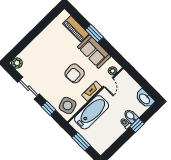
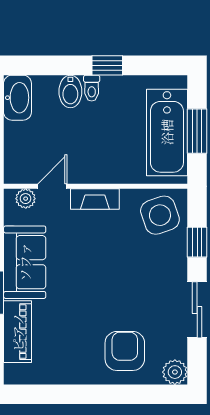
armchair: (75, 73) -> (125, 351), moved, turned -86
bathtub: (92, 112) -> (167, 132), moved, turned -90
window: (137, 125) -> (107, 65), moved

